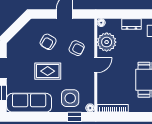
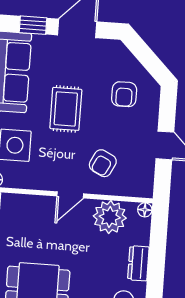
armchair: (48, 42) -> (124, 94), moved, turned -121
door: (96, 65) -> (70, 195), hinge flipped

